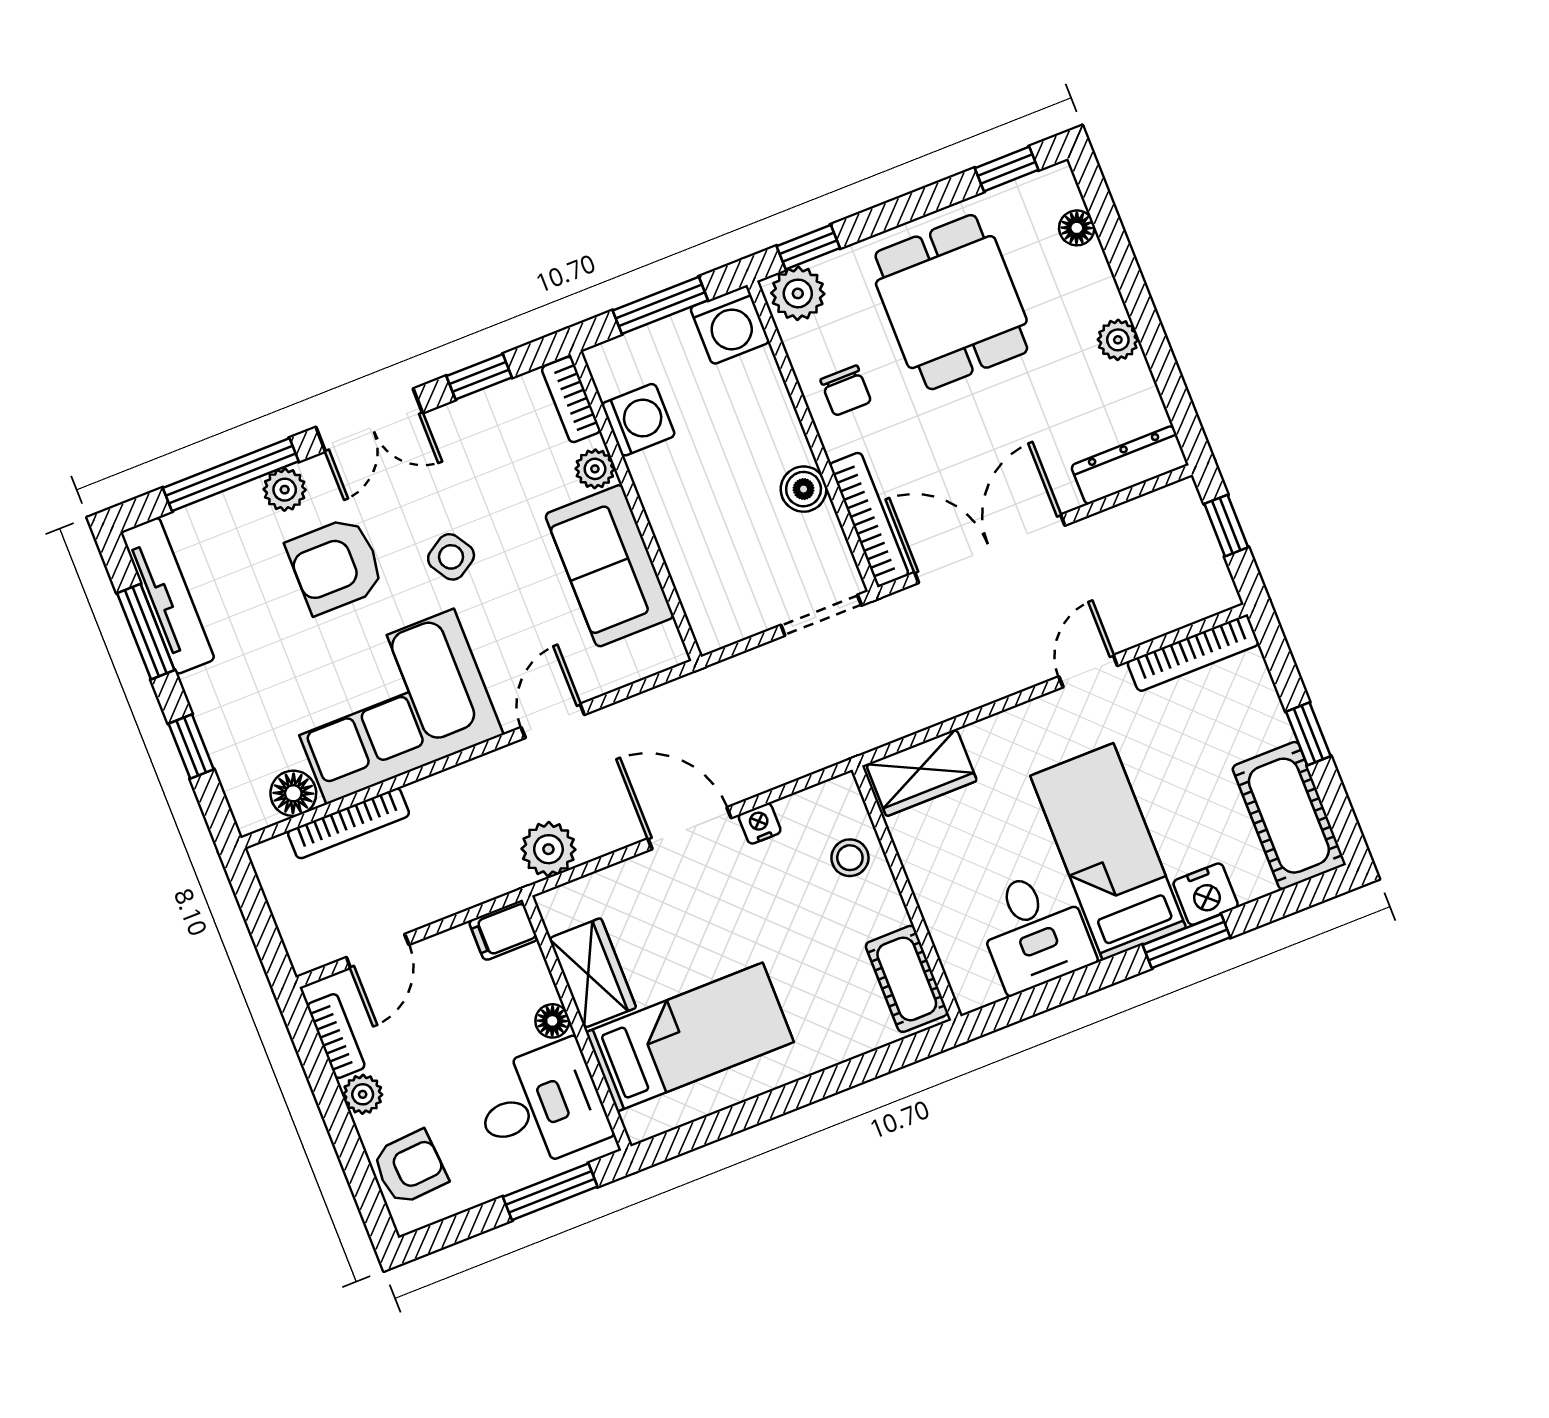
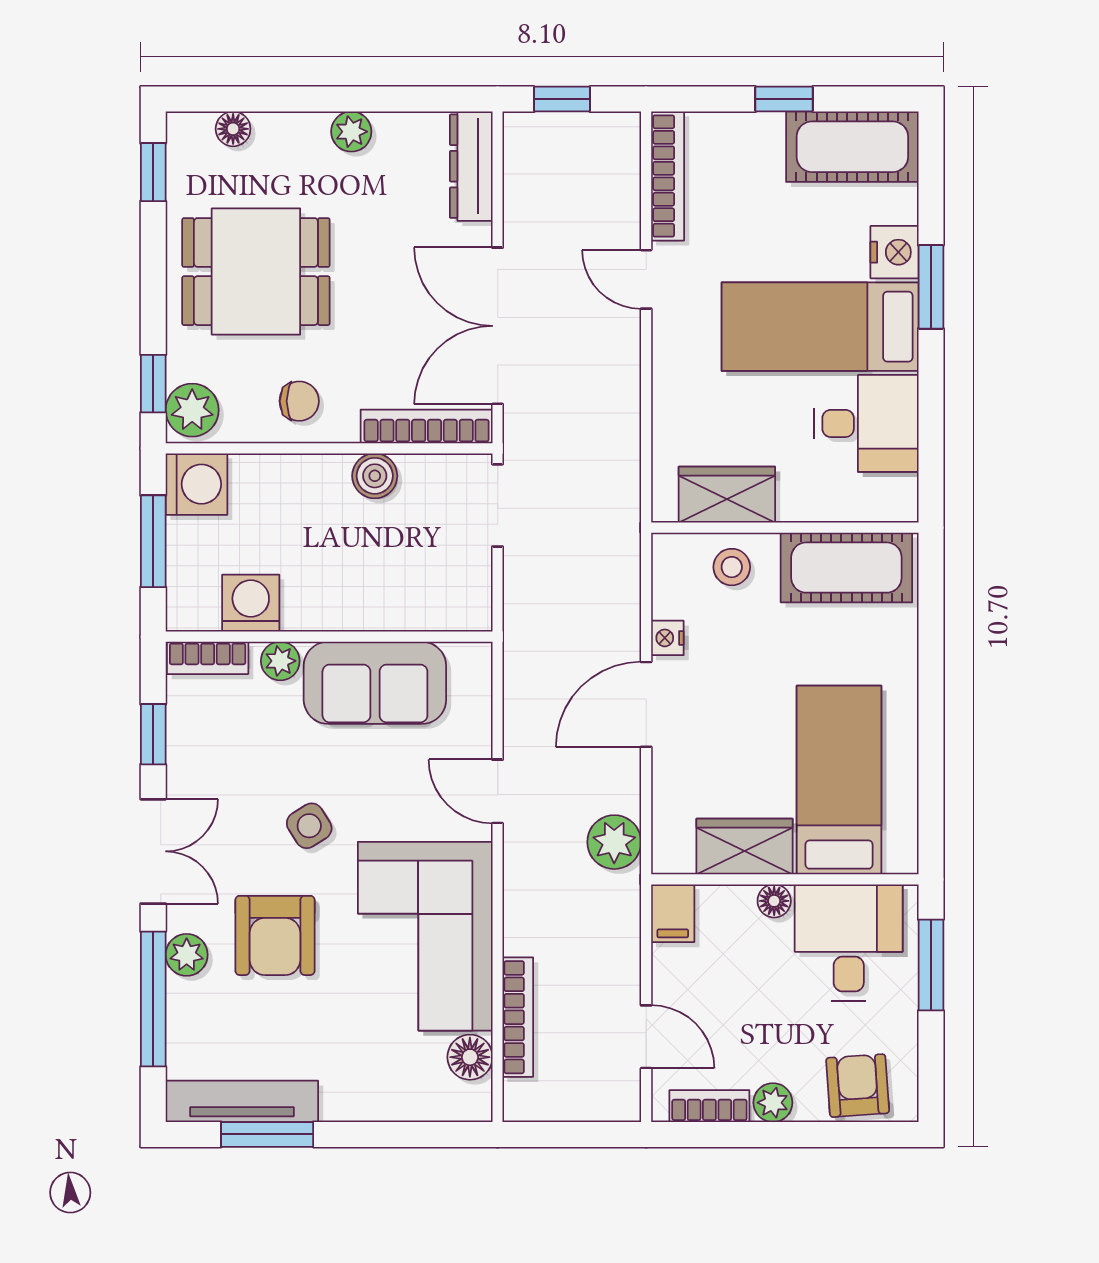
window: (191, 747) -> (390, 1134), removed
wardrobe: (921, 773) -> (727, 495), moved, turned -90
cot: (907, 979) -> (846, 568), width x1.37, depth x1.34

